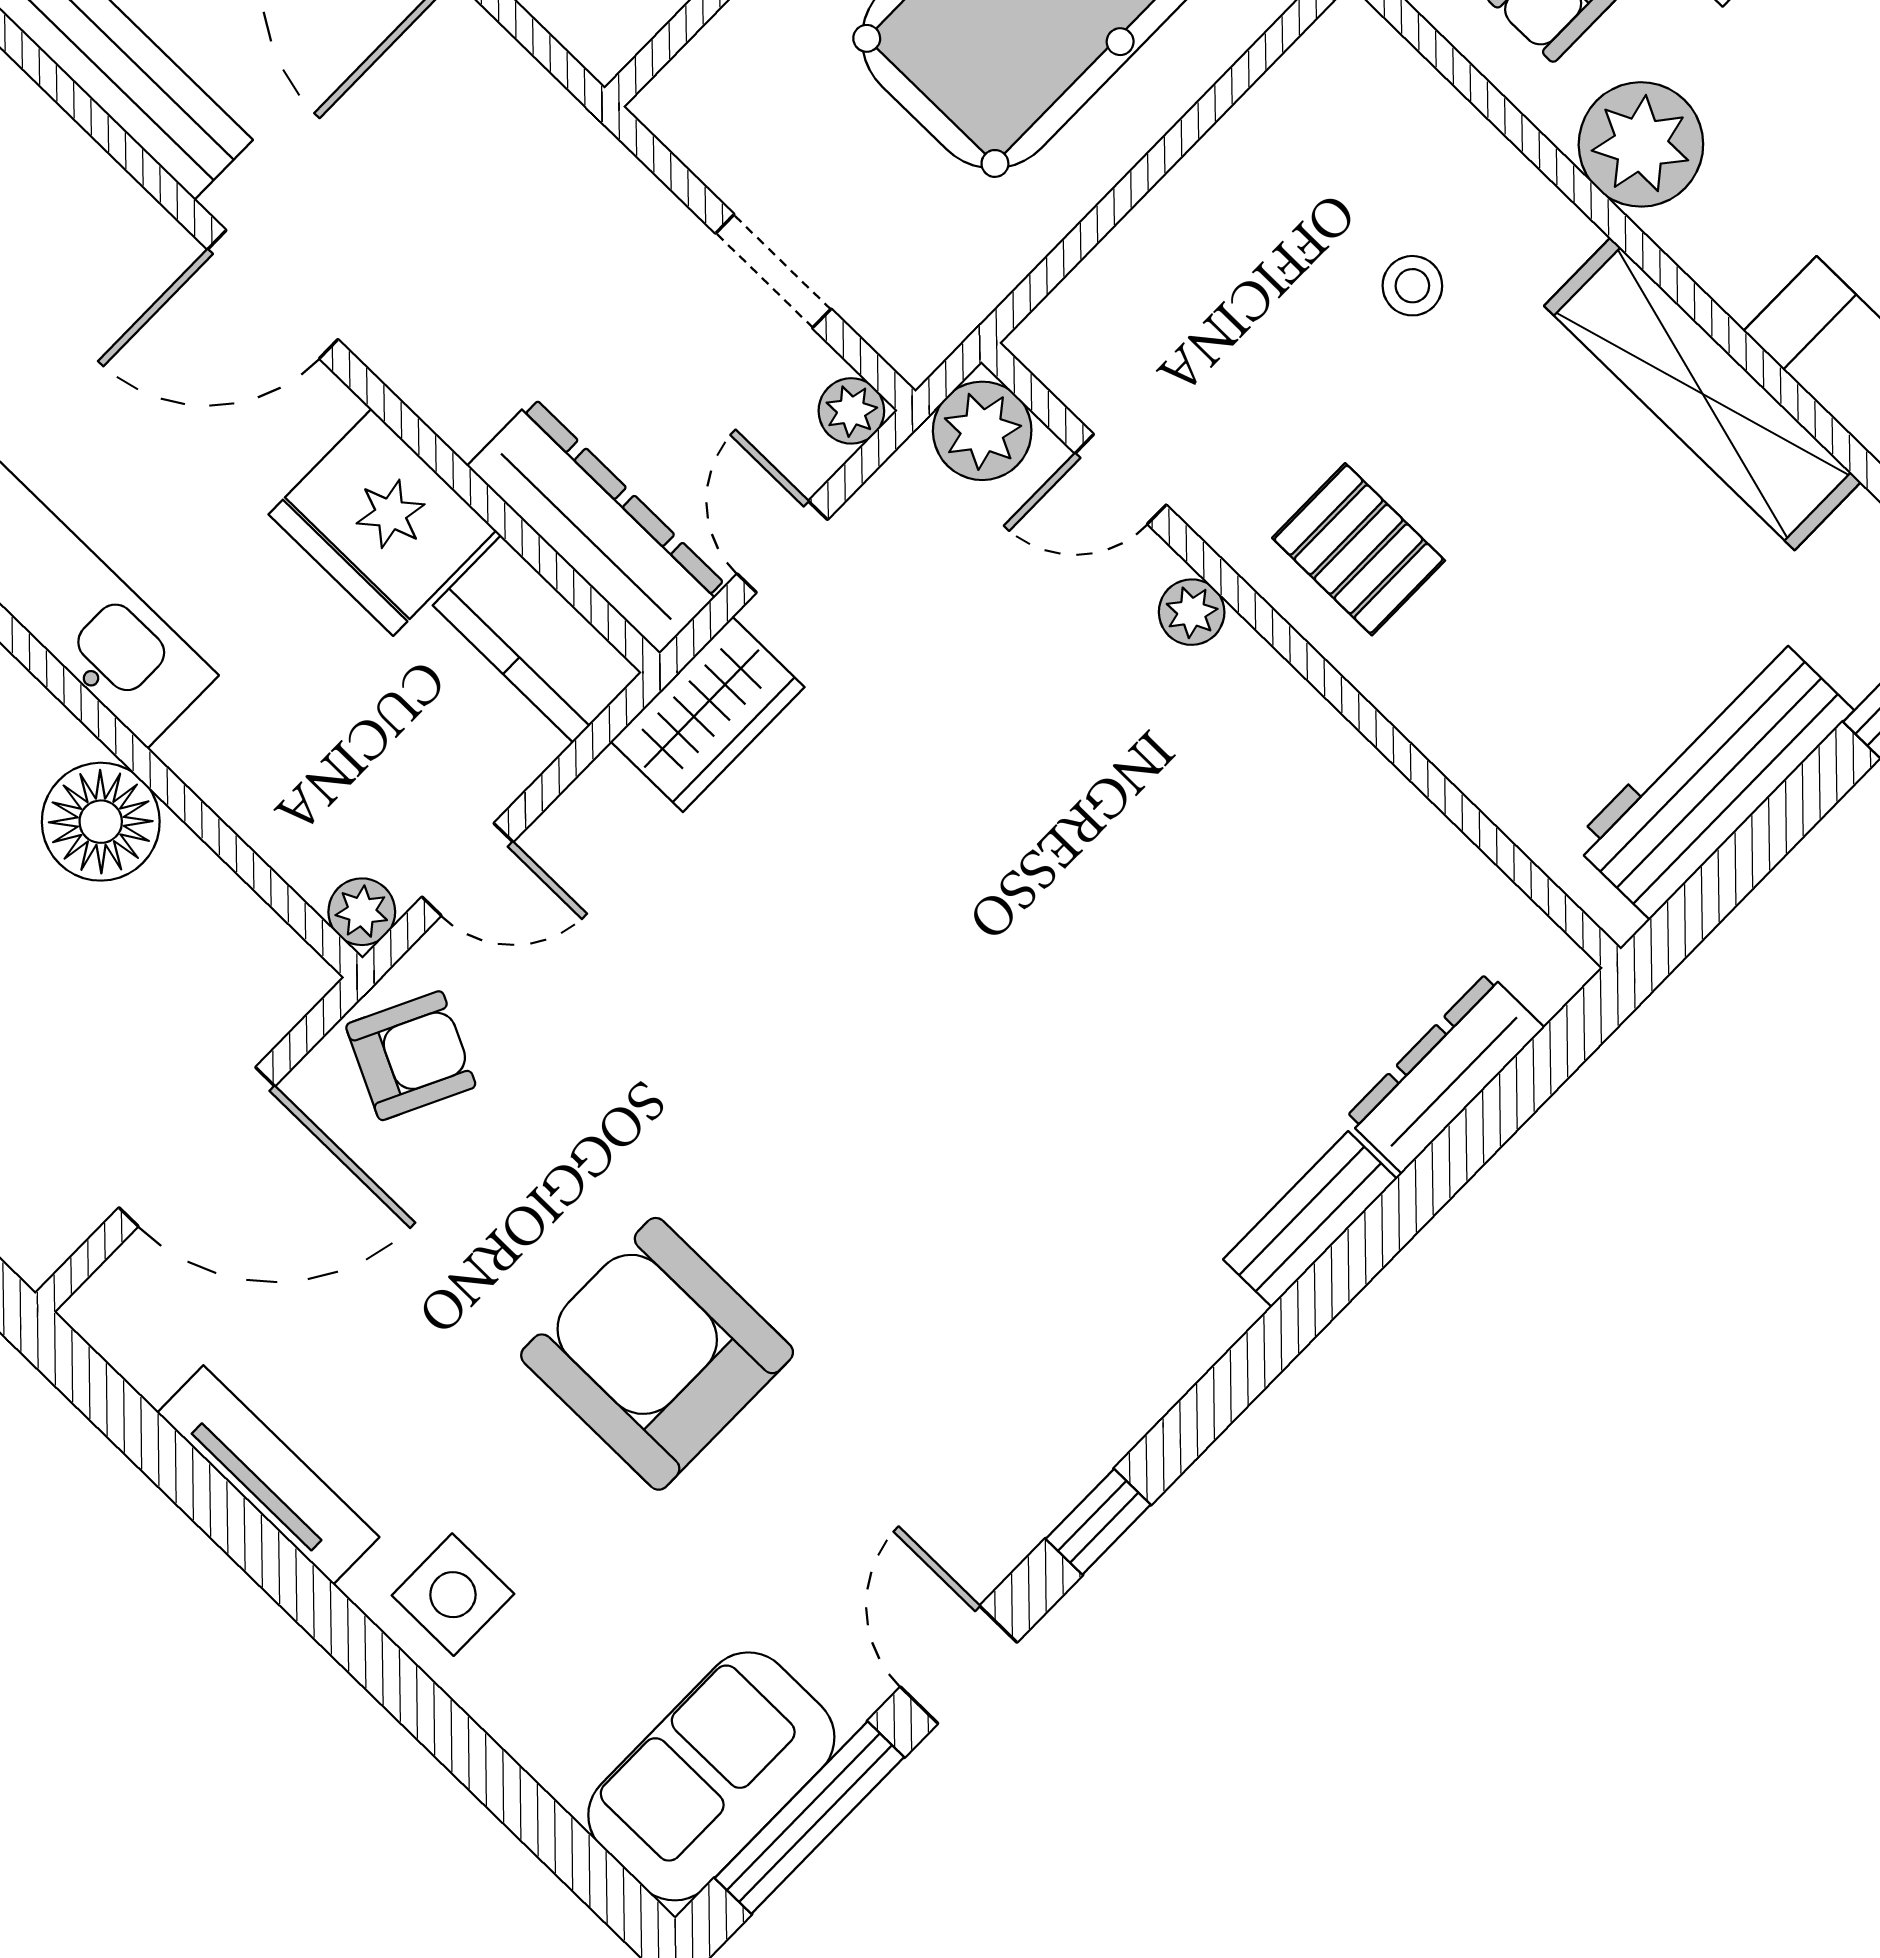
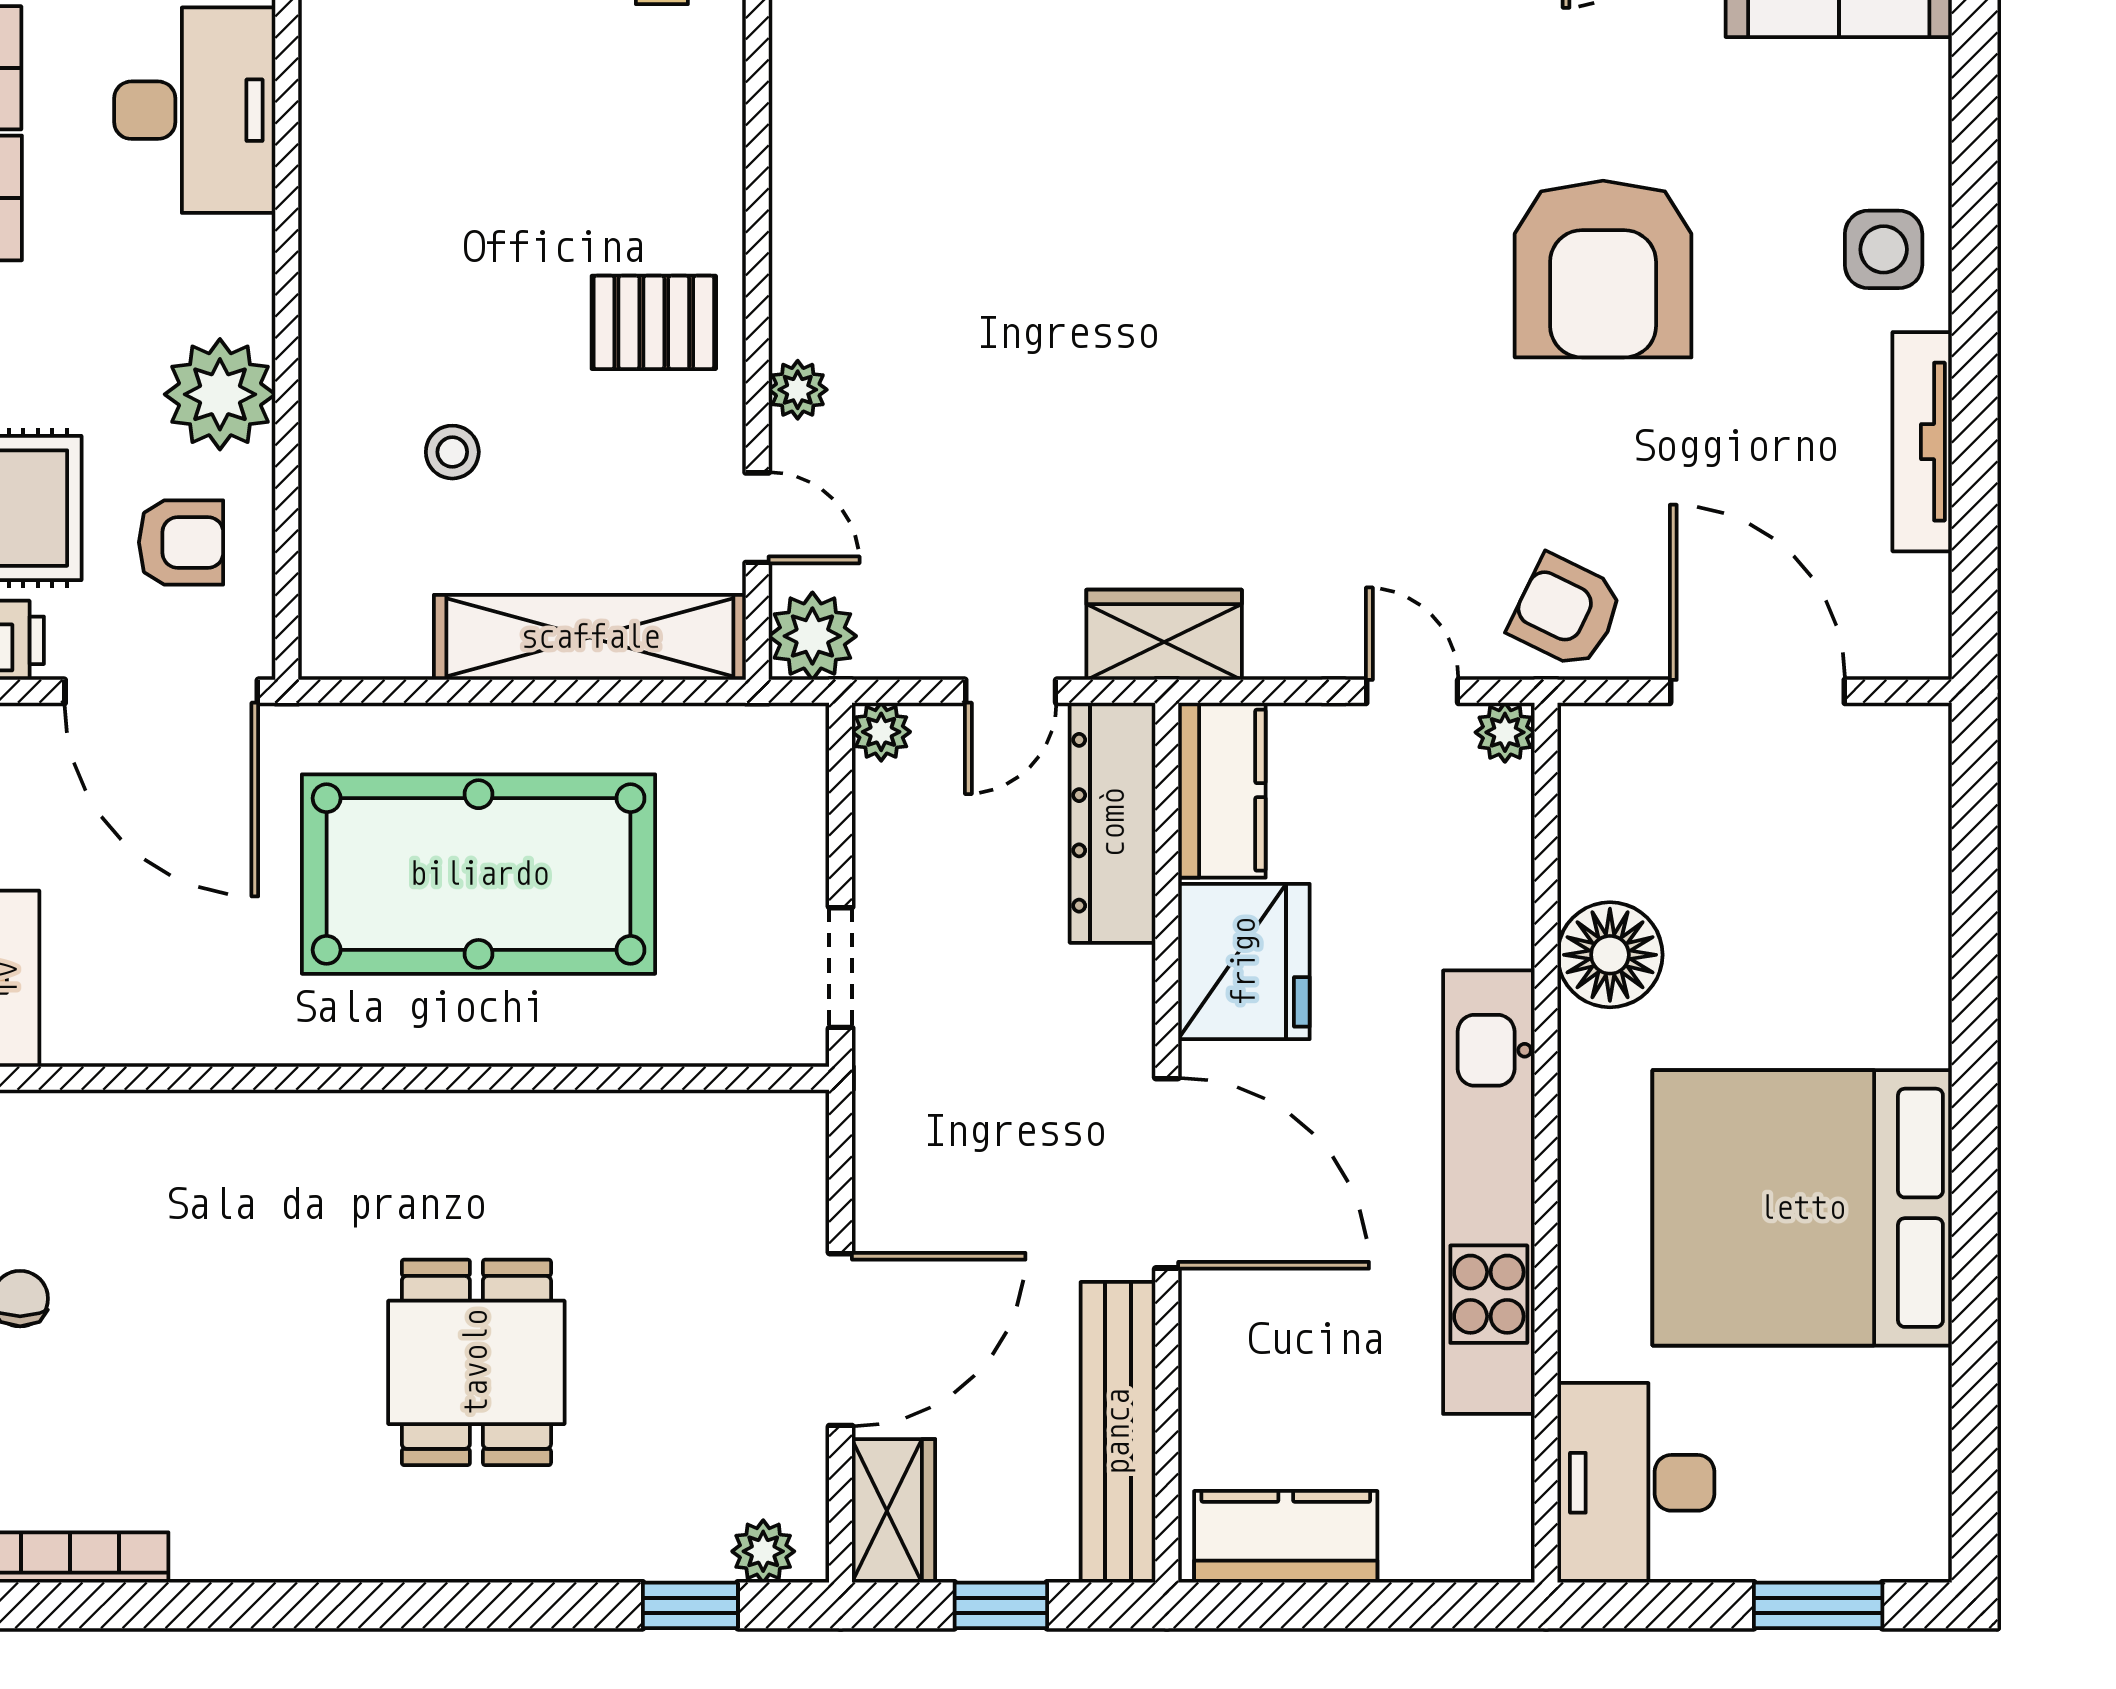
doorway: (773, 271) -> (841, 968), moved
door: (273, 294) -> (1167, 1173), width x1.36
shelving: (1703, 394) -> (590, 637), moved, turned 90
pallet: (1359, 549) -> (654, 322), turned 90

